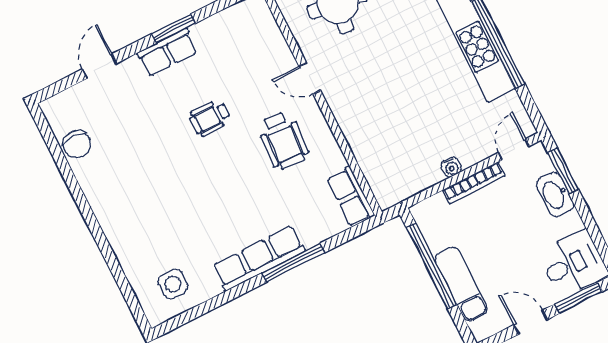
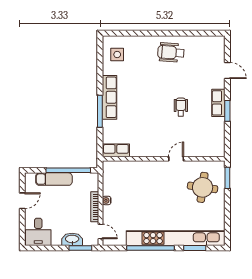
wheelchair: (283, 140) -> (171, 52), moved
chair: (77, 144) -> (199, 44), removed
window: (578, 298) -> (22, 227), removed

